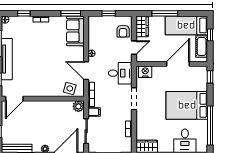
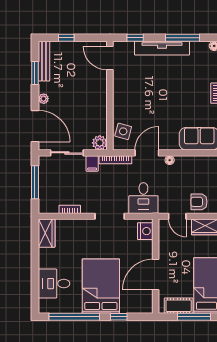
window: (210, 35) -> (194, 317), width x2.17
door: (178, 64) -> (156, 274), swing flipped
window: (210, 77) -> (119, 317), moved

